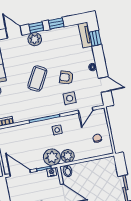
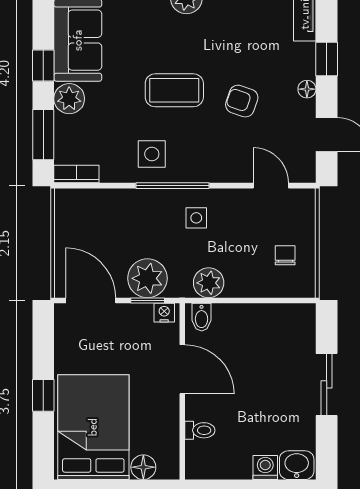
window: (95, 38) -> (327, 59), moved
coffee table: (37, 79) -> (174, 90), turned 61
side table: (70, 98) -> (152, 154), moved
door: (86, 110) -> (271, 186), swing flipped
plant: (52, 157) -> (147, 278), moved

